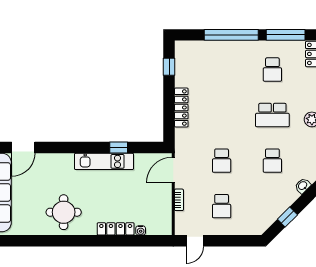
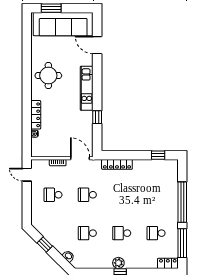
locker: (181, 108) -> (117, 164), moved
school desk: (272, 115) -> (122, 233), width x0.54
kitchen unit: (104, 161) -> (87, 88), moved

